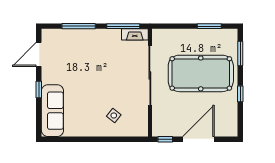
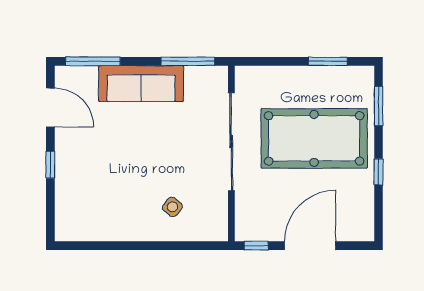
window: (79, 26) -> (93, 61), moved
fireplace: (135, 34) -> (207, 75), removed
door: (39, 54) -> (50, 107), swing flipped
sofa: (52, 111) -> (141, 84), moved, turned 90

